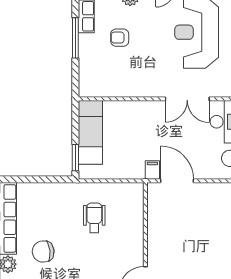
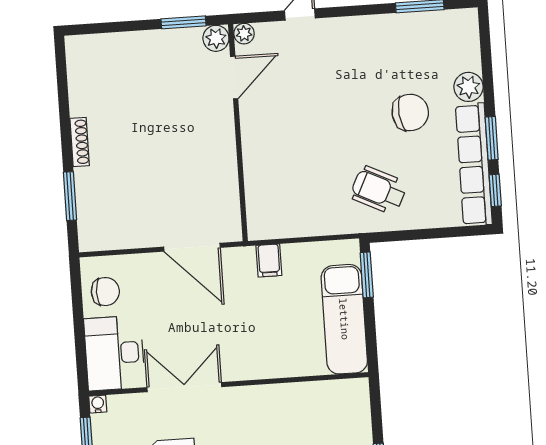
filing cabinet: (152, 170) -> (269, 260), moved
wheelchair: (94, 218) -> (379, 190), moved, turned 116

